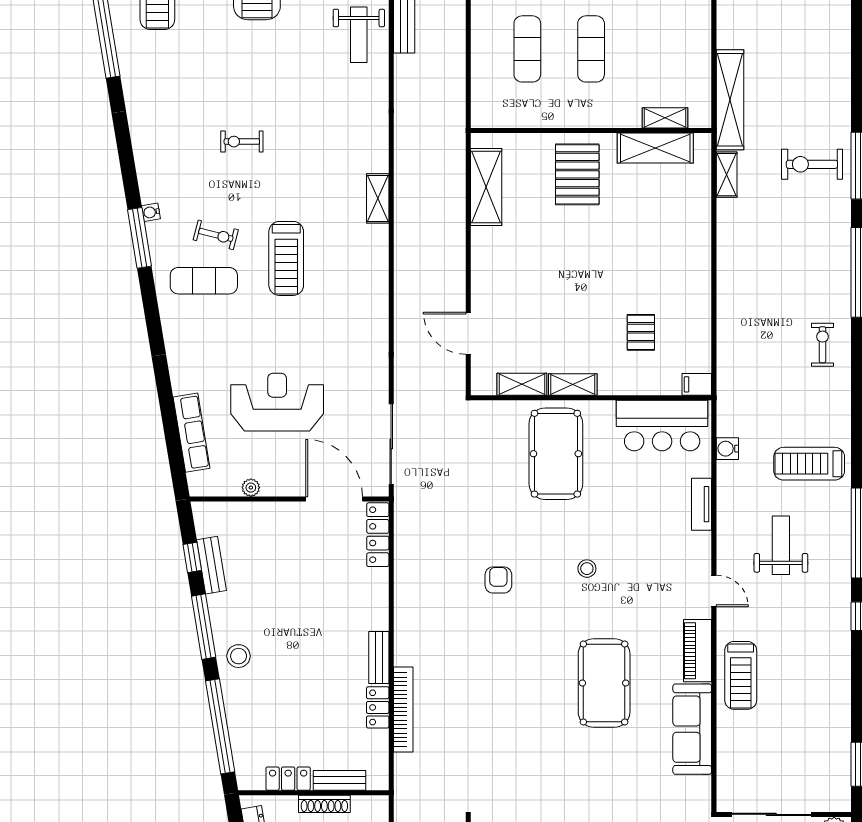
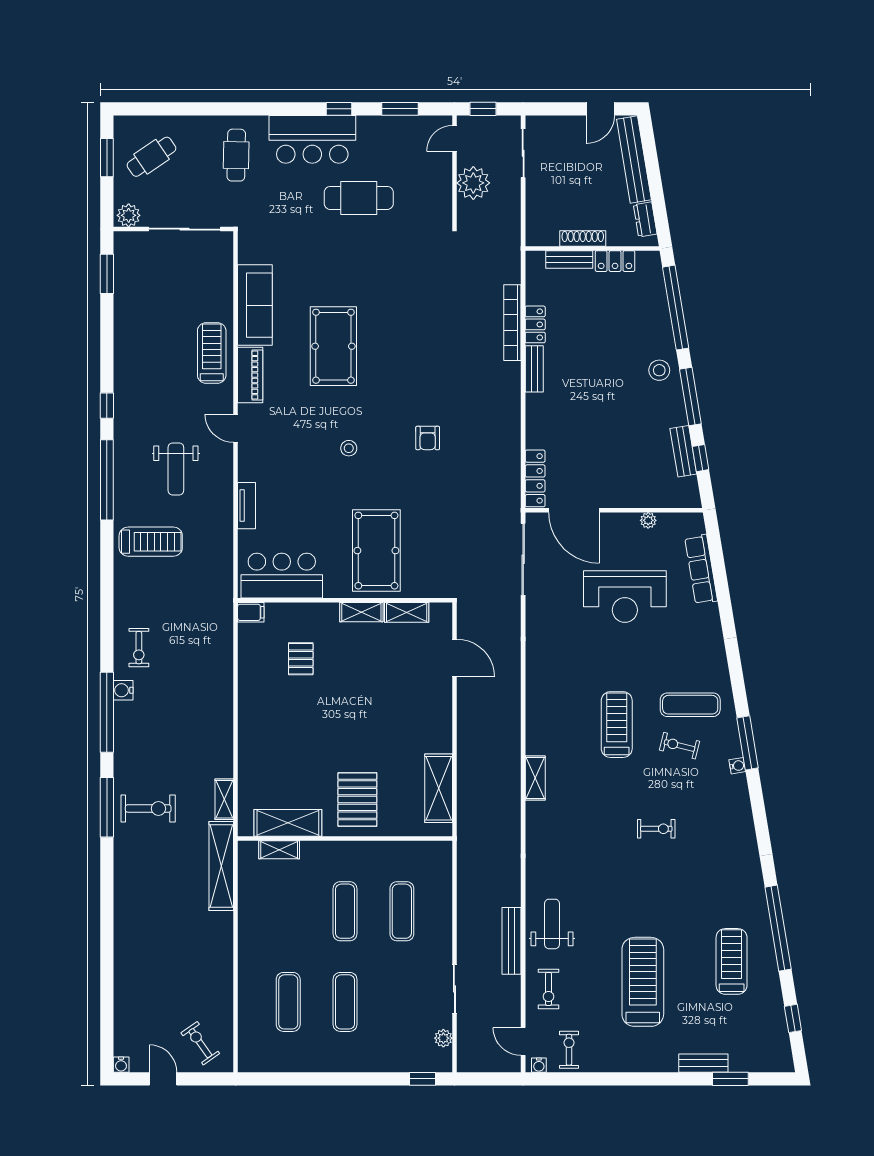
water cooler: (727, 449) -> (123, 690), moved, turned 180

